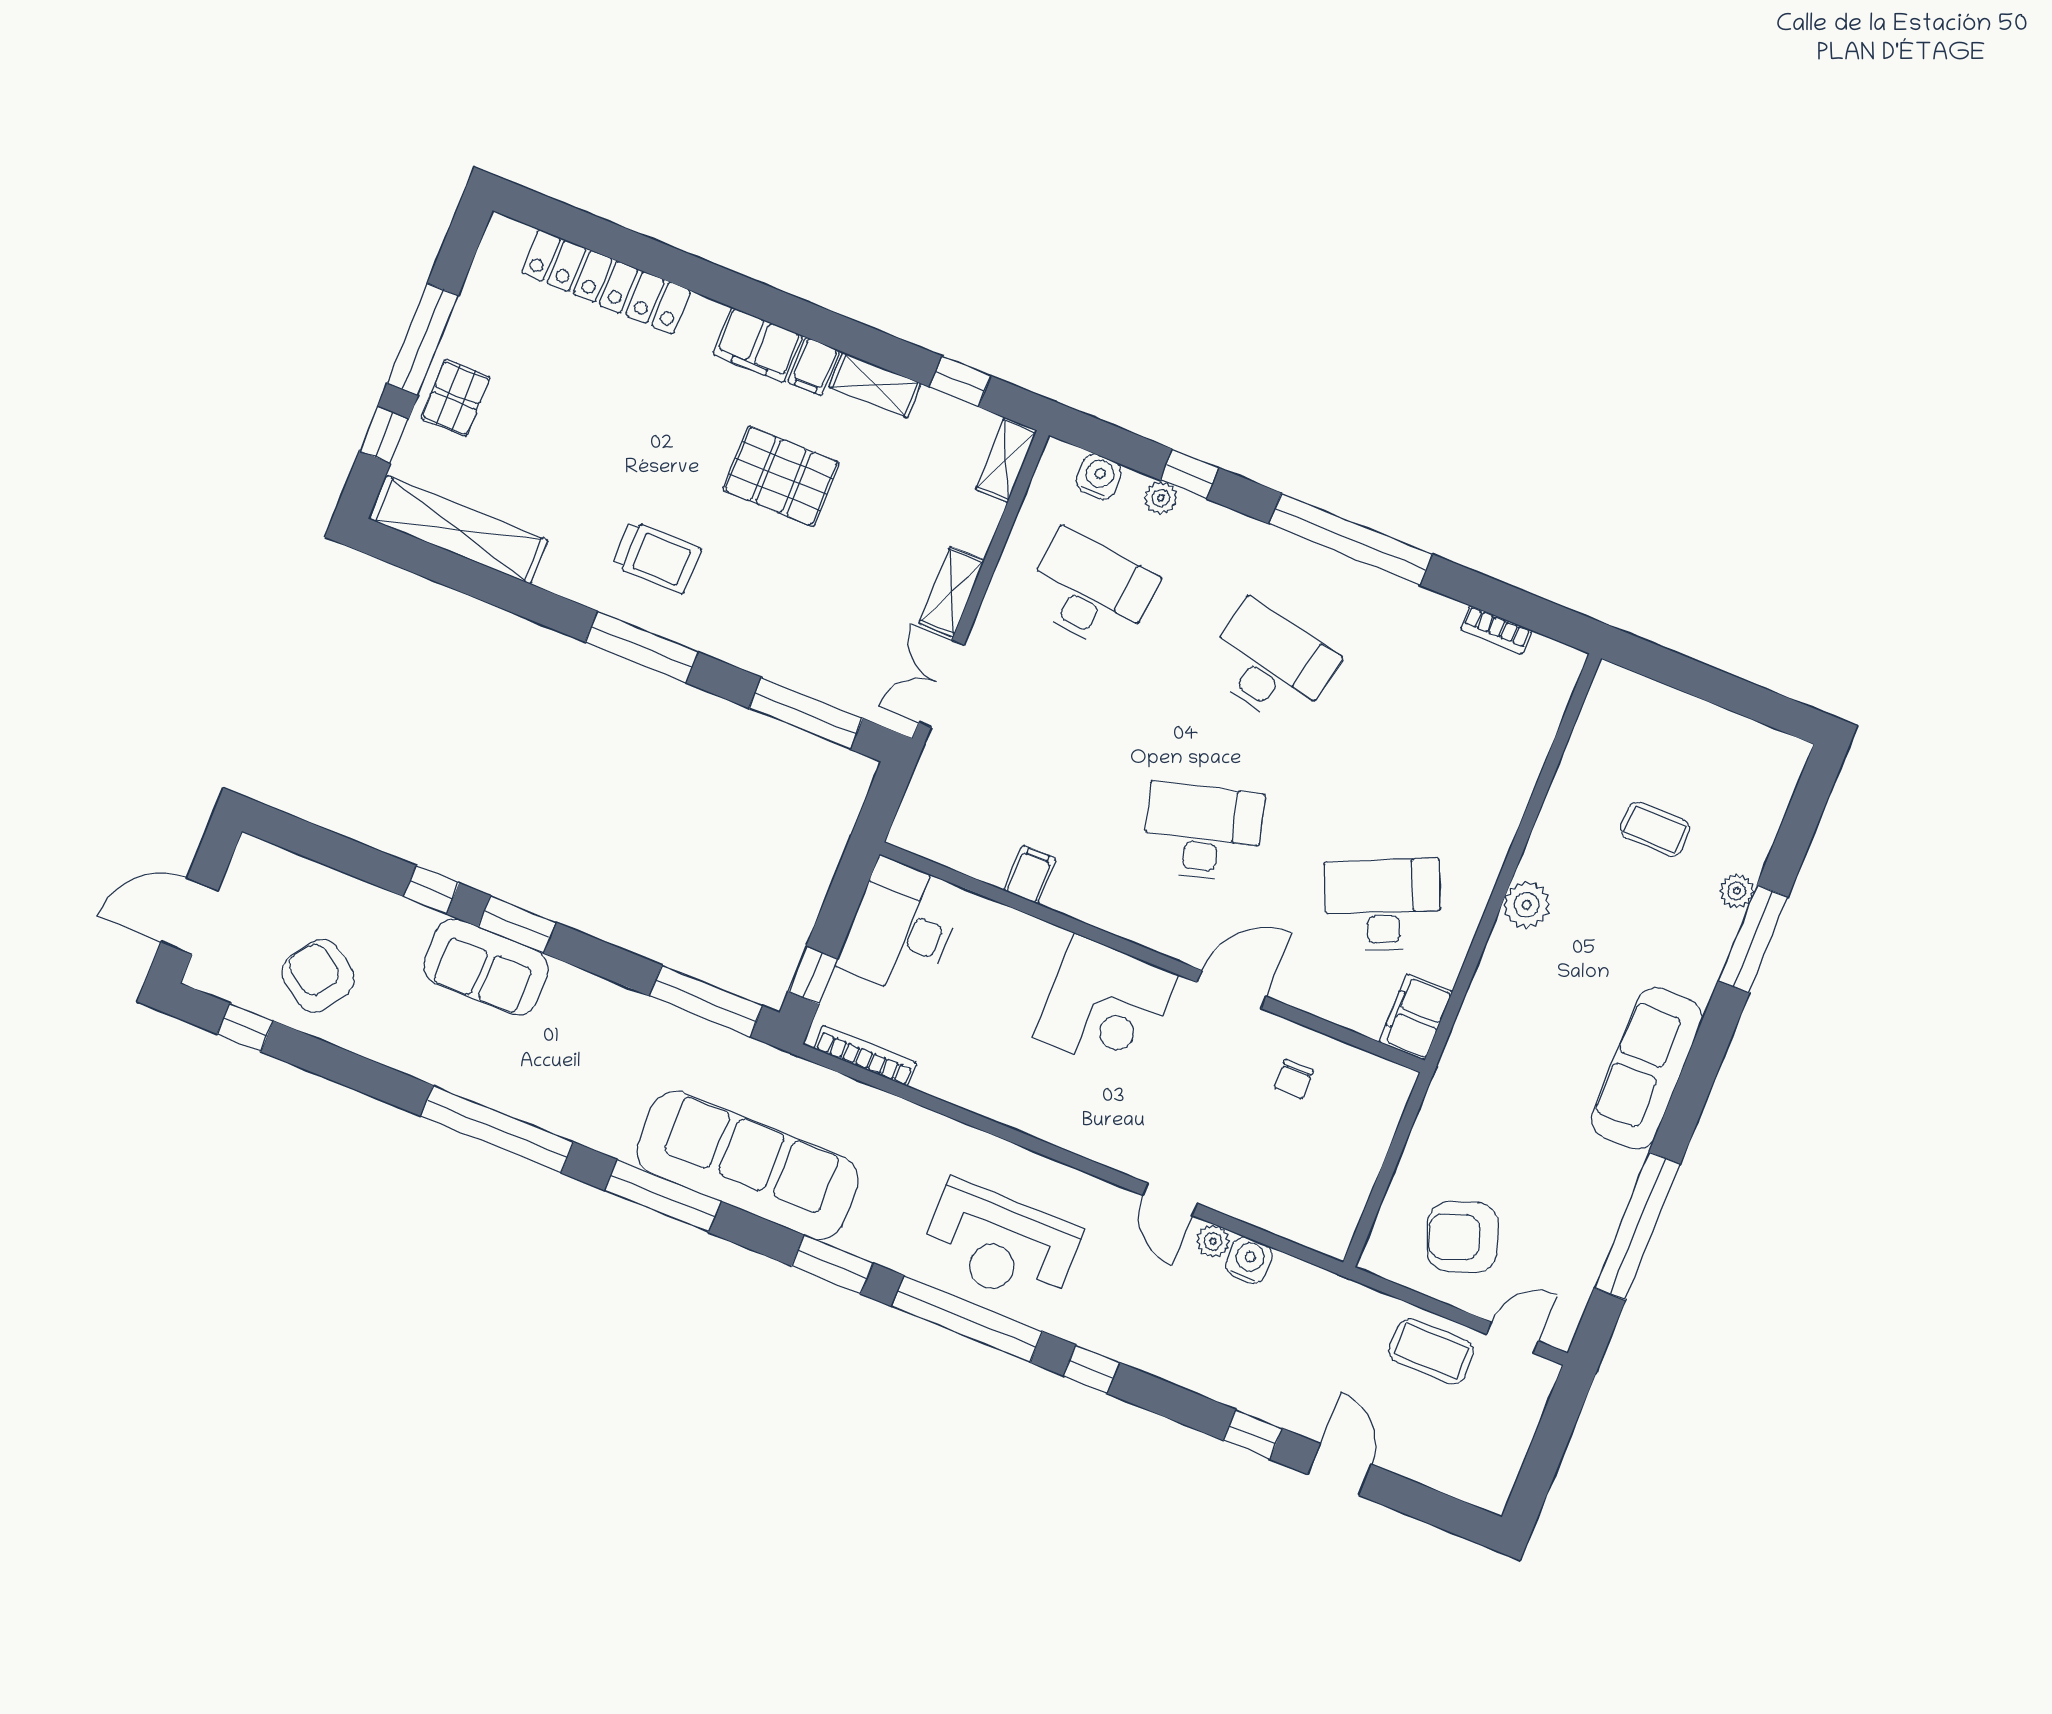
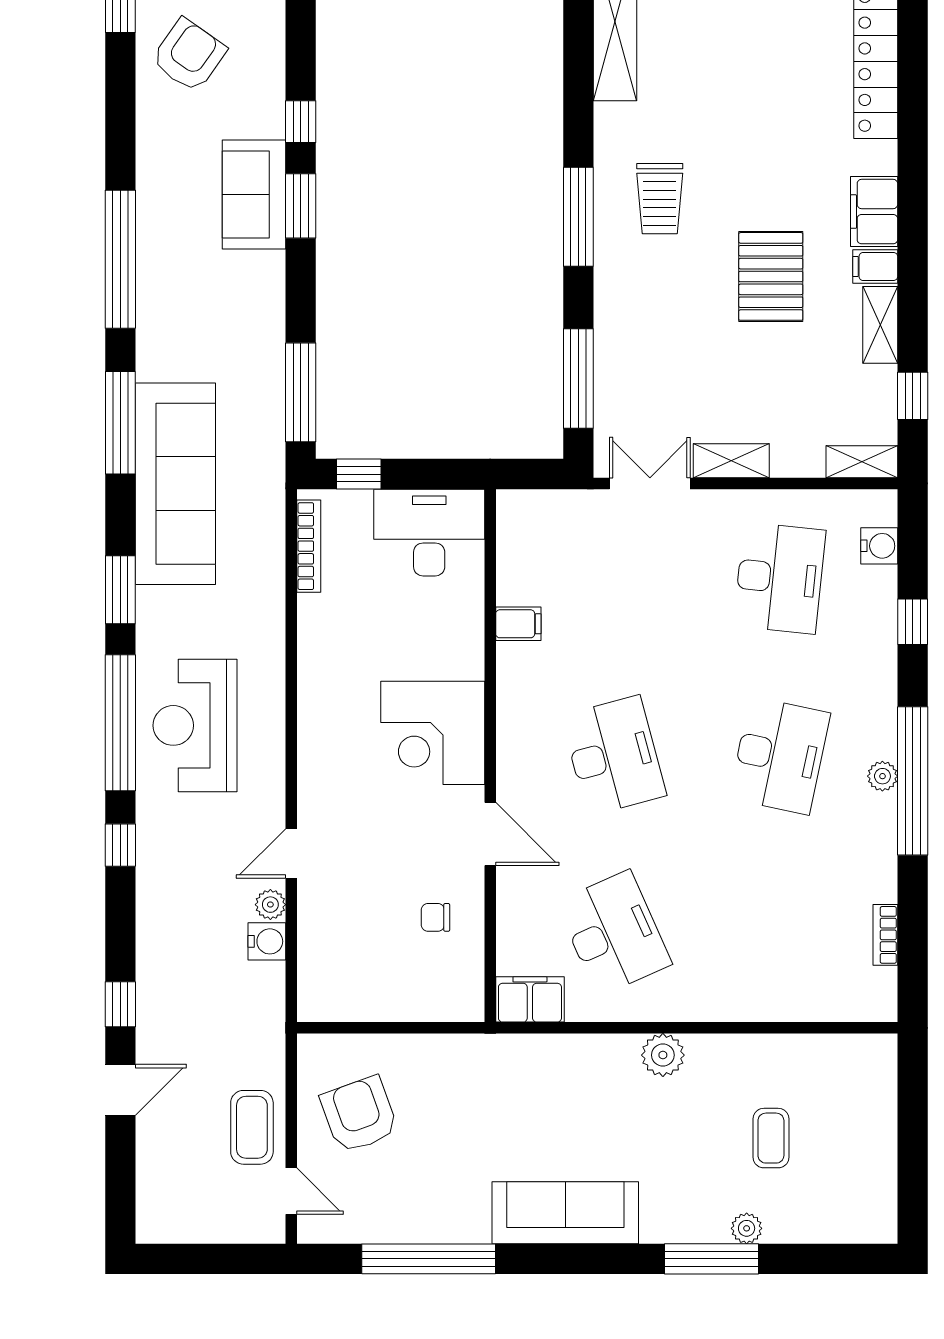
plant: (1161, 498) -> (882, 776), moved

